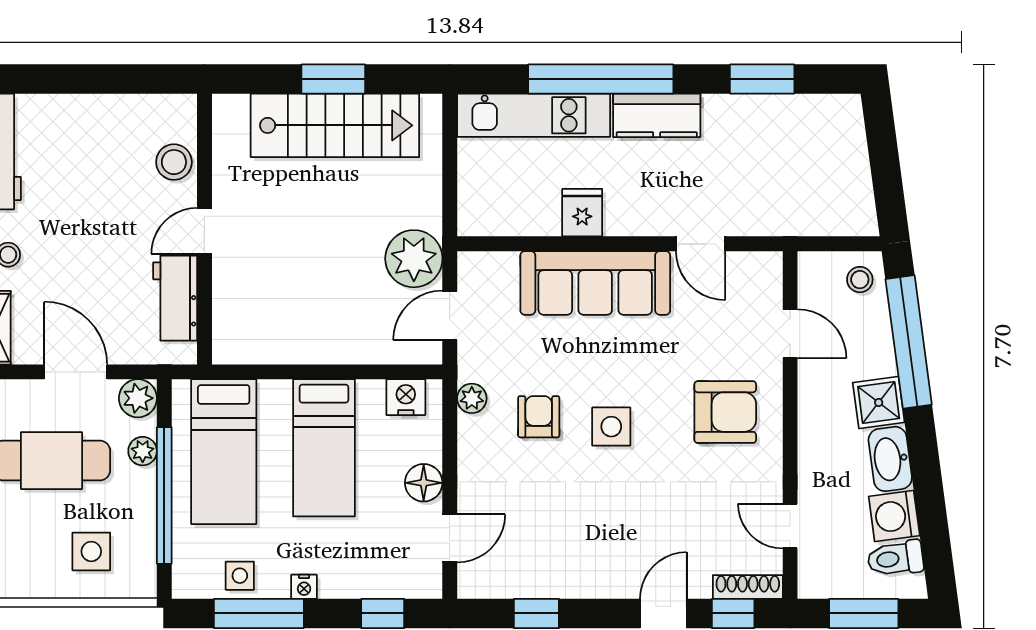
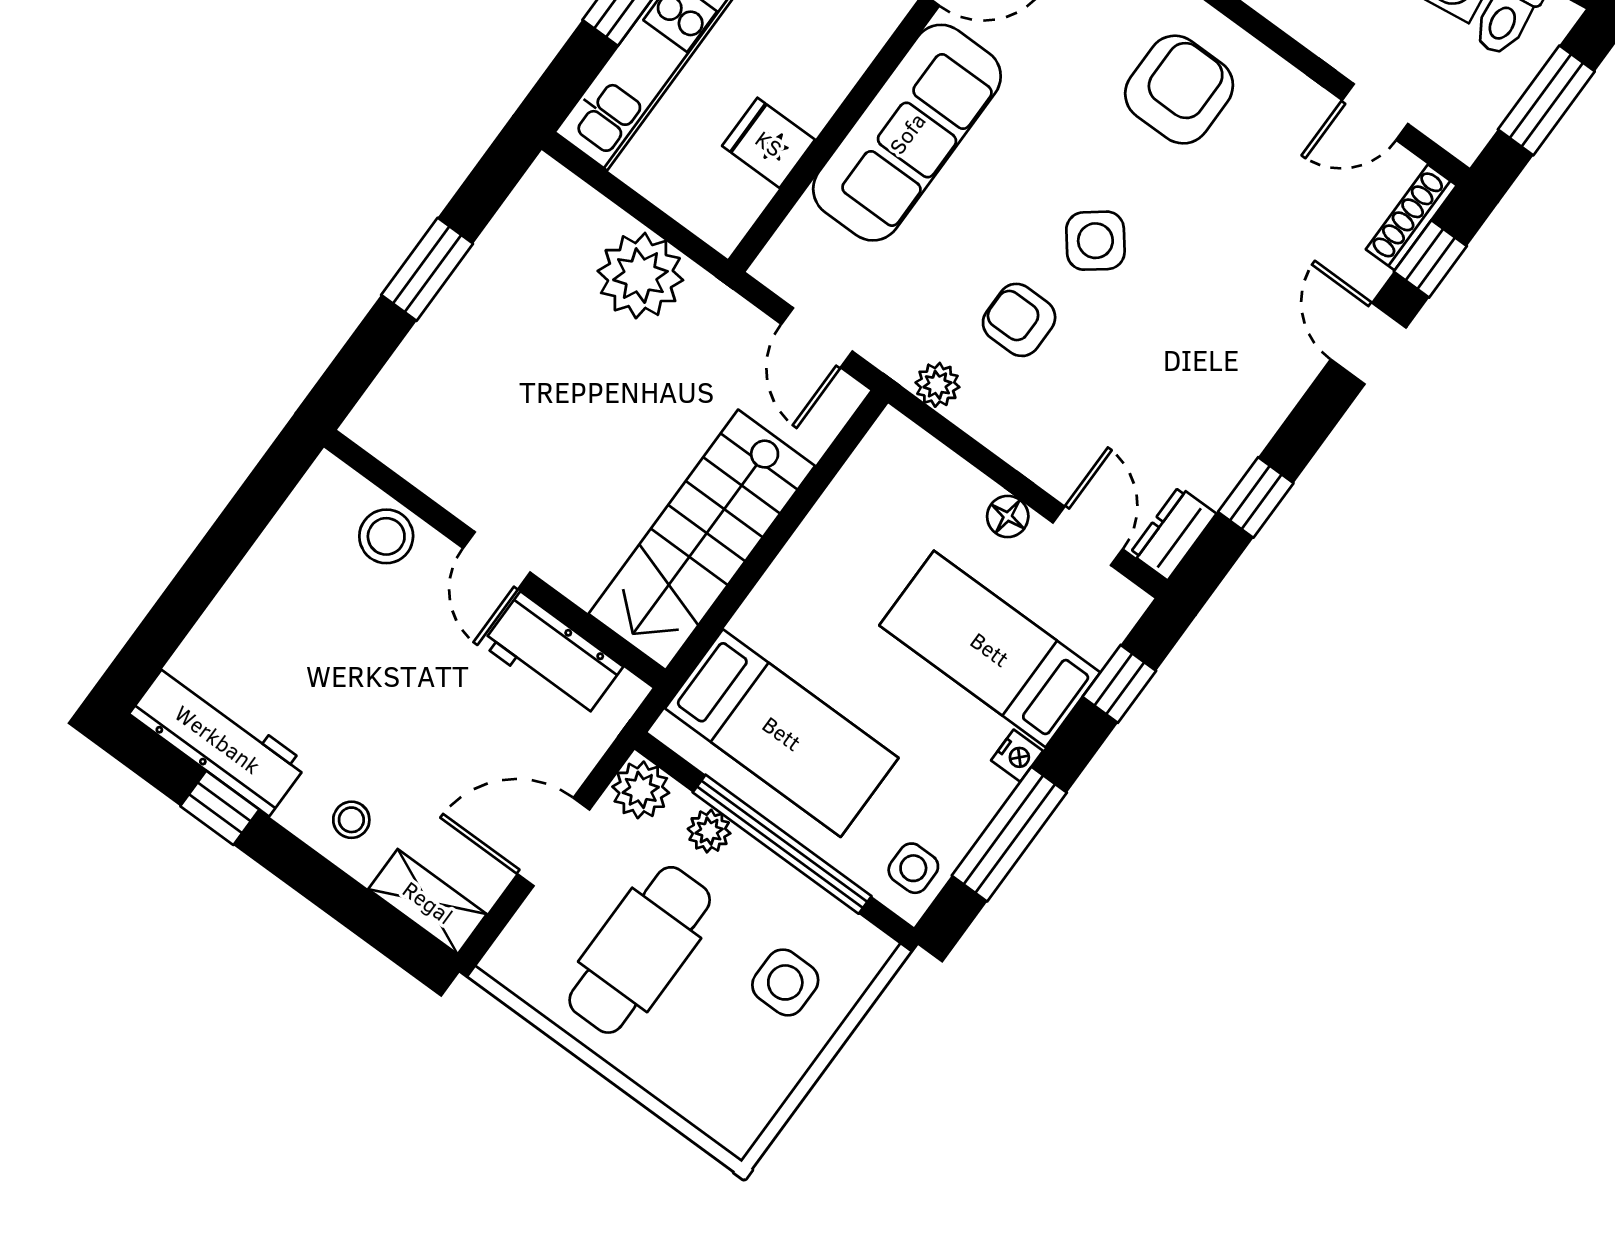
stairs: (335, 125) -> (702, 540), moved, turned 180
fridge: (582, 213) -> (769, 143), moved
plant: (414, 259) -> (640, 276), moved
nightstand: (406, 397) -> (877, 464), removed
side table: (611, 427) -> (1095, 241), turned -38
bed: (324, 448) -> (990, 649), moved, turned 180
floor lamp: (424, 483) -> (1008, 516), width x0.73, depth x0.73
side table: (240, 576) -> (913, 868), moved
dresser: (485, 583) -> (1173, 533), added

